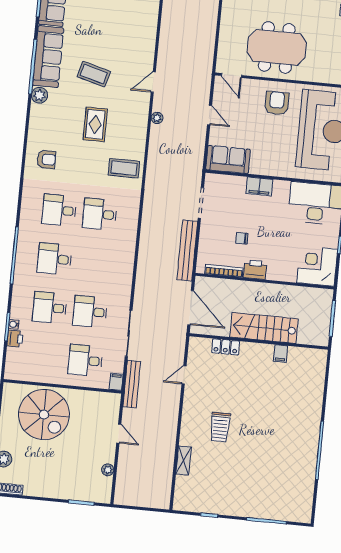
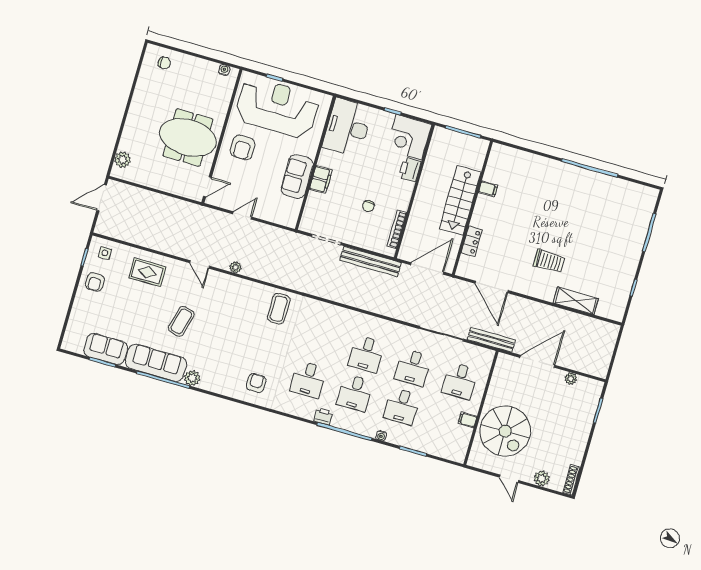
meeting table: (277, 47) -> (188, 137), turned 90
armchair: (277, 103) -> (243, 147), turned -90
rug: (95, 124) -> (147, 272), moved
sofa: (228, 160) -> (297, 177), moved
desk: (100, 214) -> (366, 354), moved
printer: (255, 270) -> (410, 169), moved
water cooler: (14, 324) -> (381, 436), moved
printer: (15, 339) -> (323, 416), moved
door: (184, 375) -> (492, 287), width x1.88
filing cabinet: (116, 382) -> (467, 420), moved
spiral stairs: (44, 414) -> (505, 431), turned 90
door: (119, 434) -> (537, 361), width x1.88
shelving: (184, 460) -> (576, 301), width x1.50, depth x1.33

